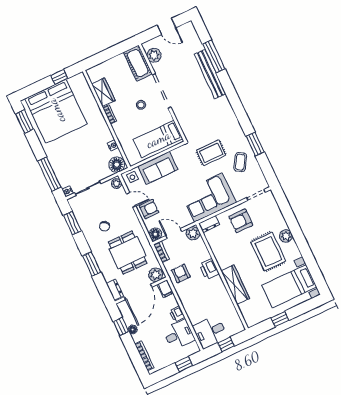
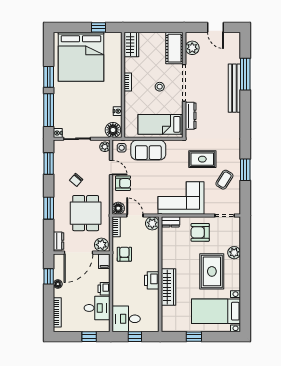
wardrobe: (103, 92) -> (131, 44), moved
dresser: (182, 118) -> (191, 116), added
window: (25, 121) -> (49, 77), moved
plant: (286, 236) -> (234, 253), moved
printer: (209, 269) -> (152, 280), moved

